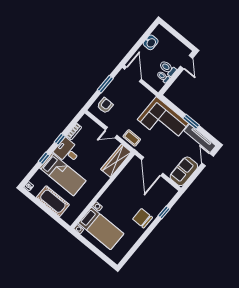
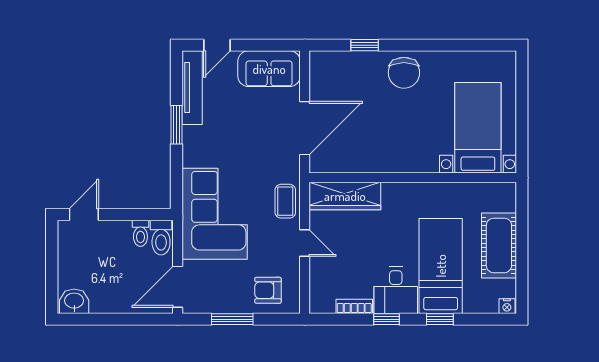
washbasin: (151, 42) -> (74, 301), moved
toilet: (168, 68) -> (161, 238), moved
corner sofa: (163, 121) -> (215, 214), moved

